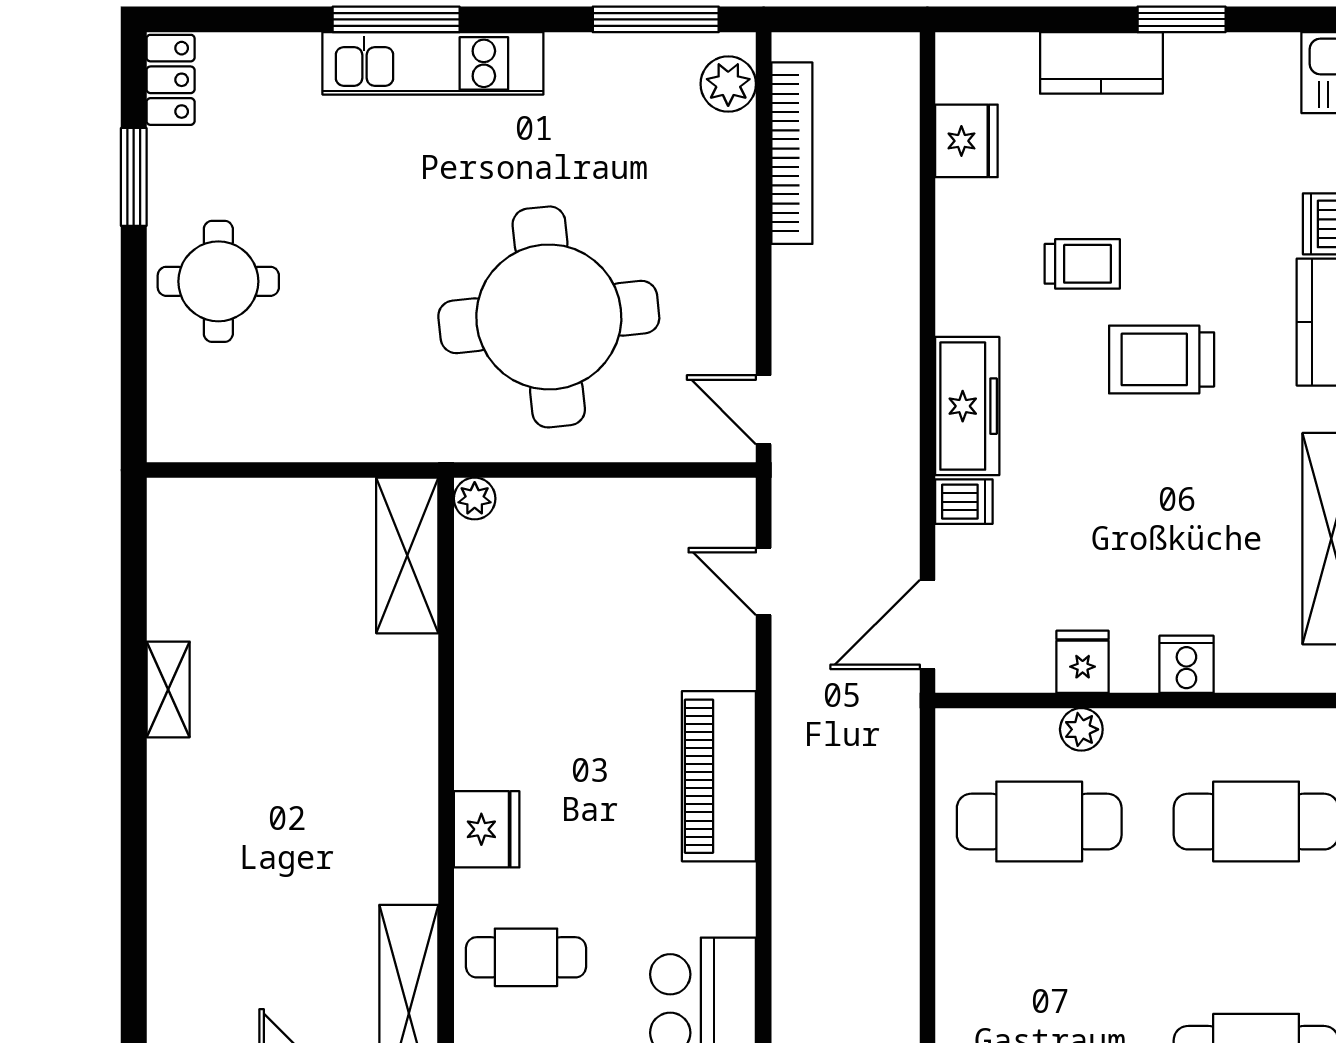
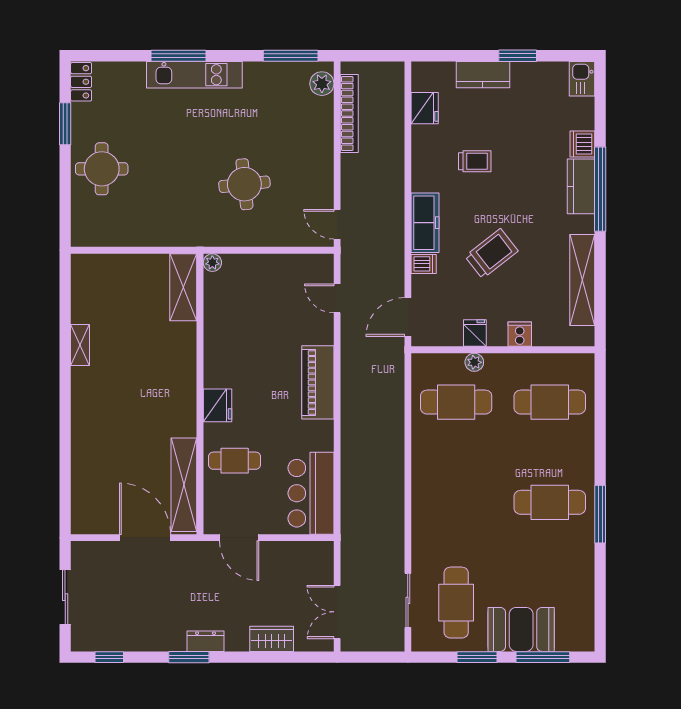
round table: (549, 317) -> (244, 184), width x0.54, depth x0.54
trolley: (1162, 359) -> (492, 254), moved, turned 142

